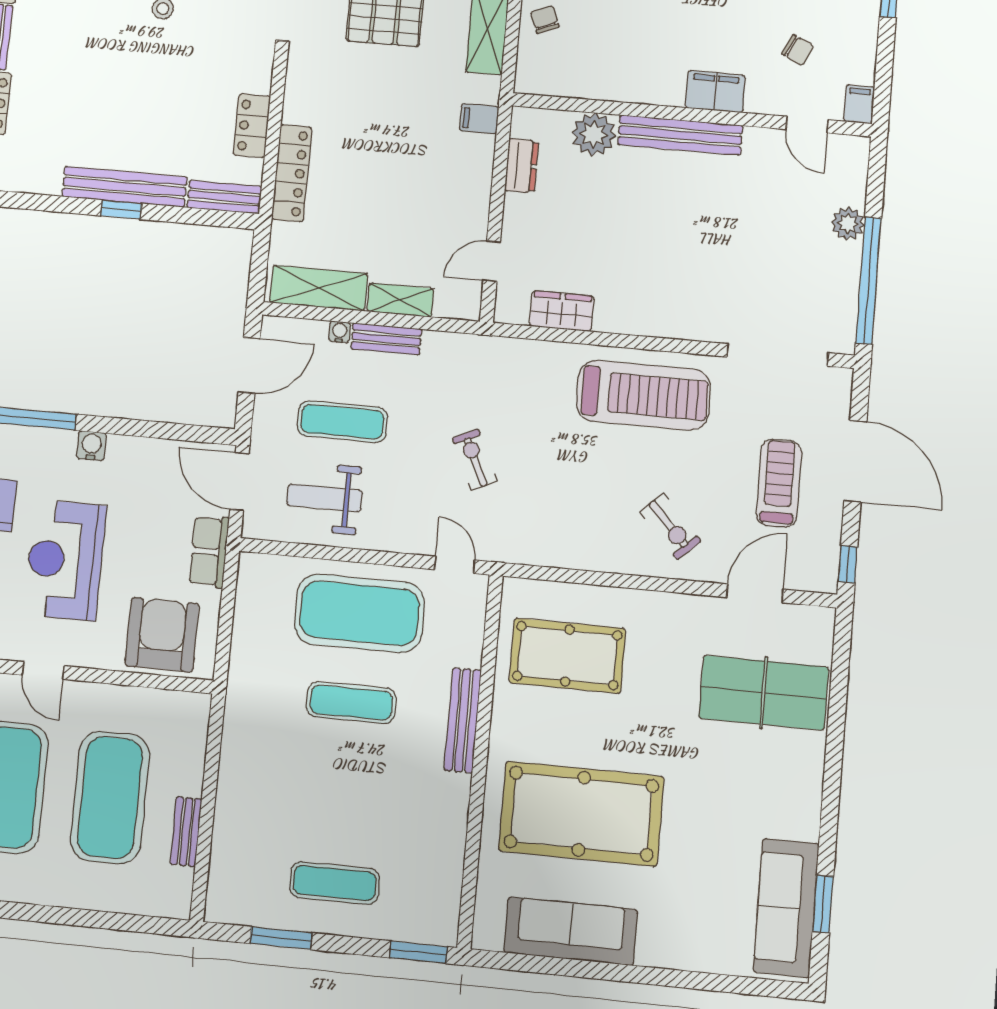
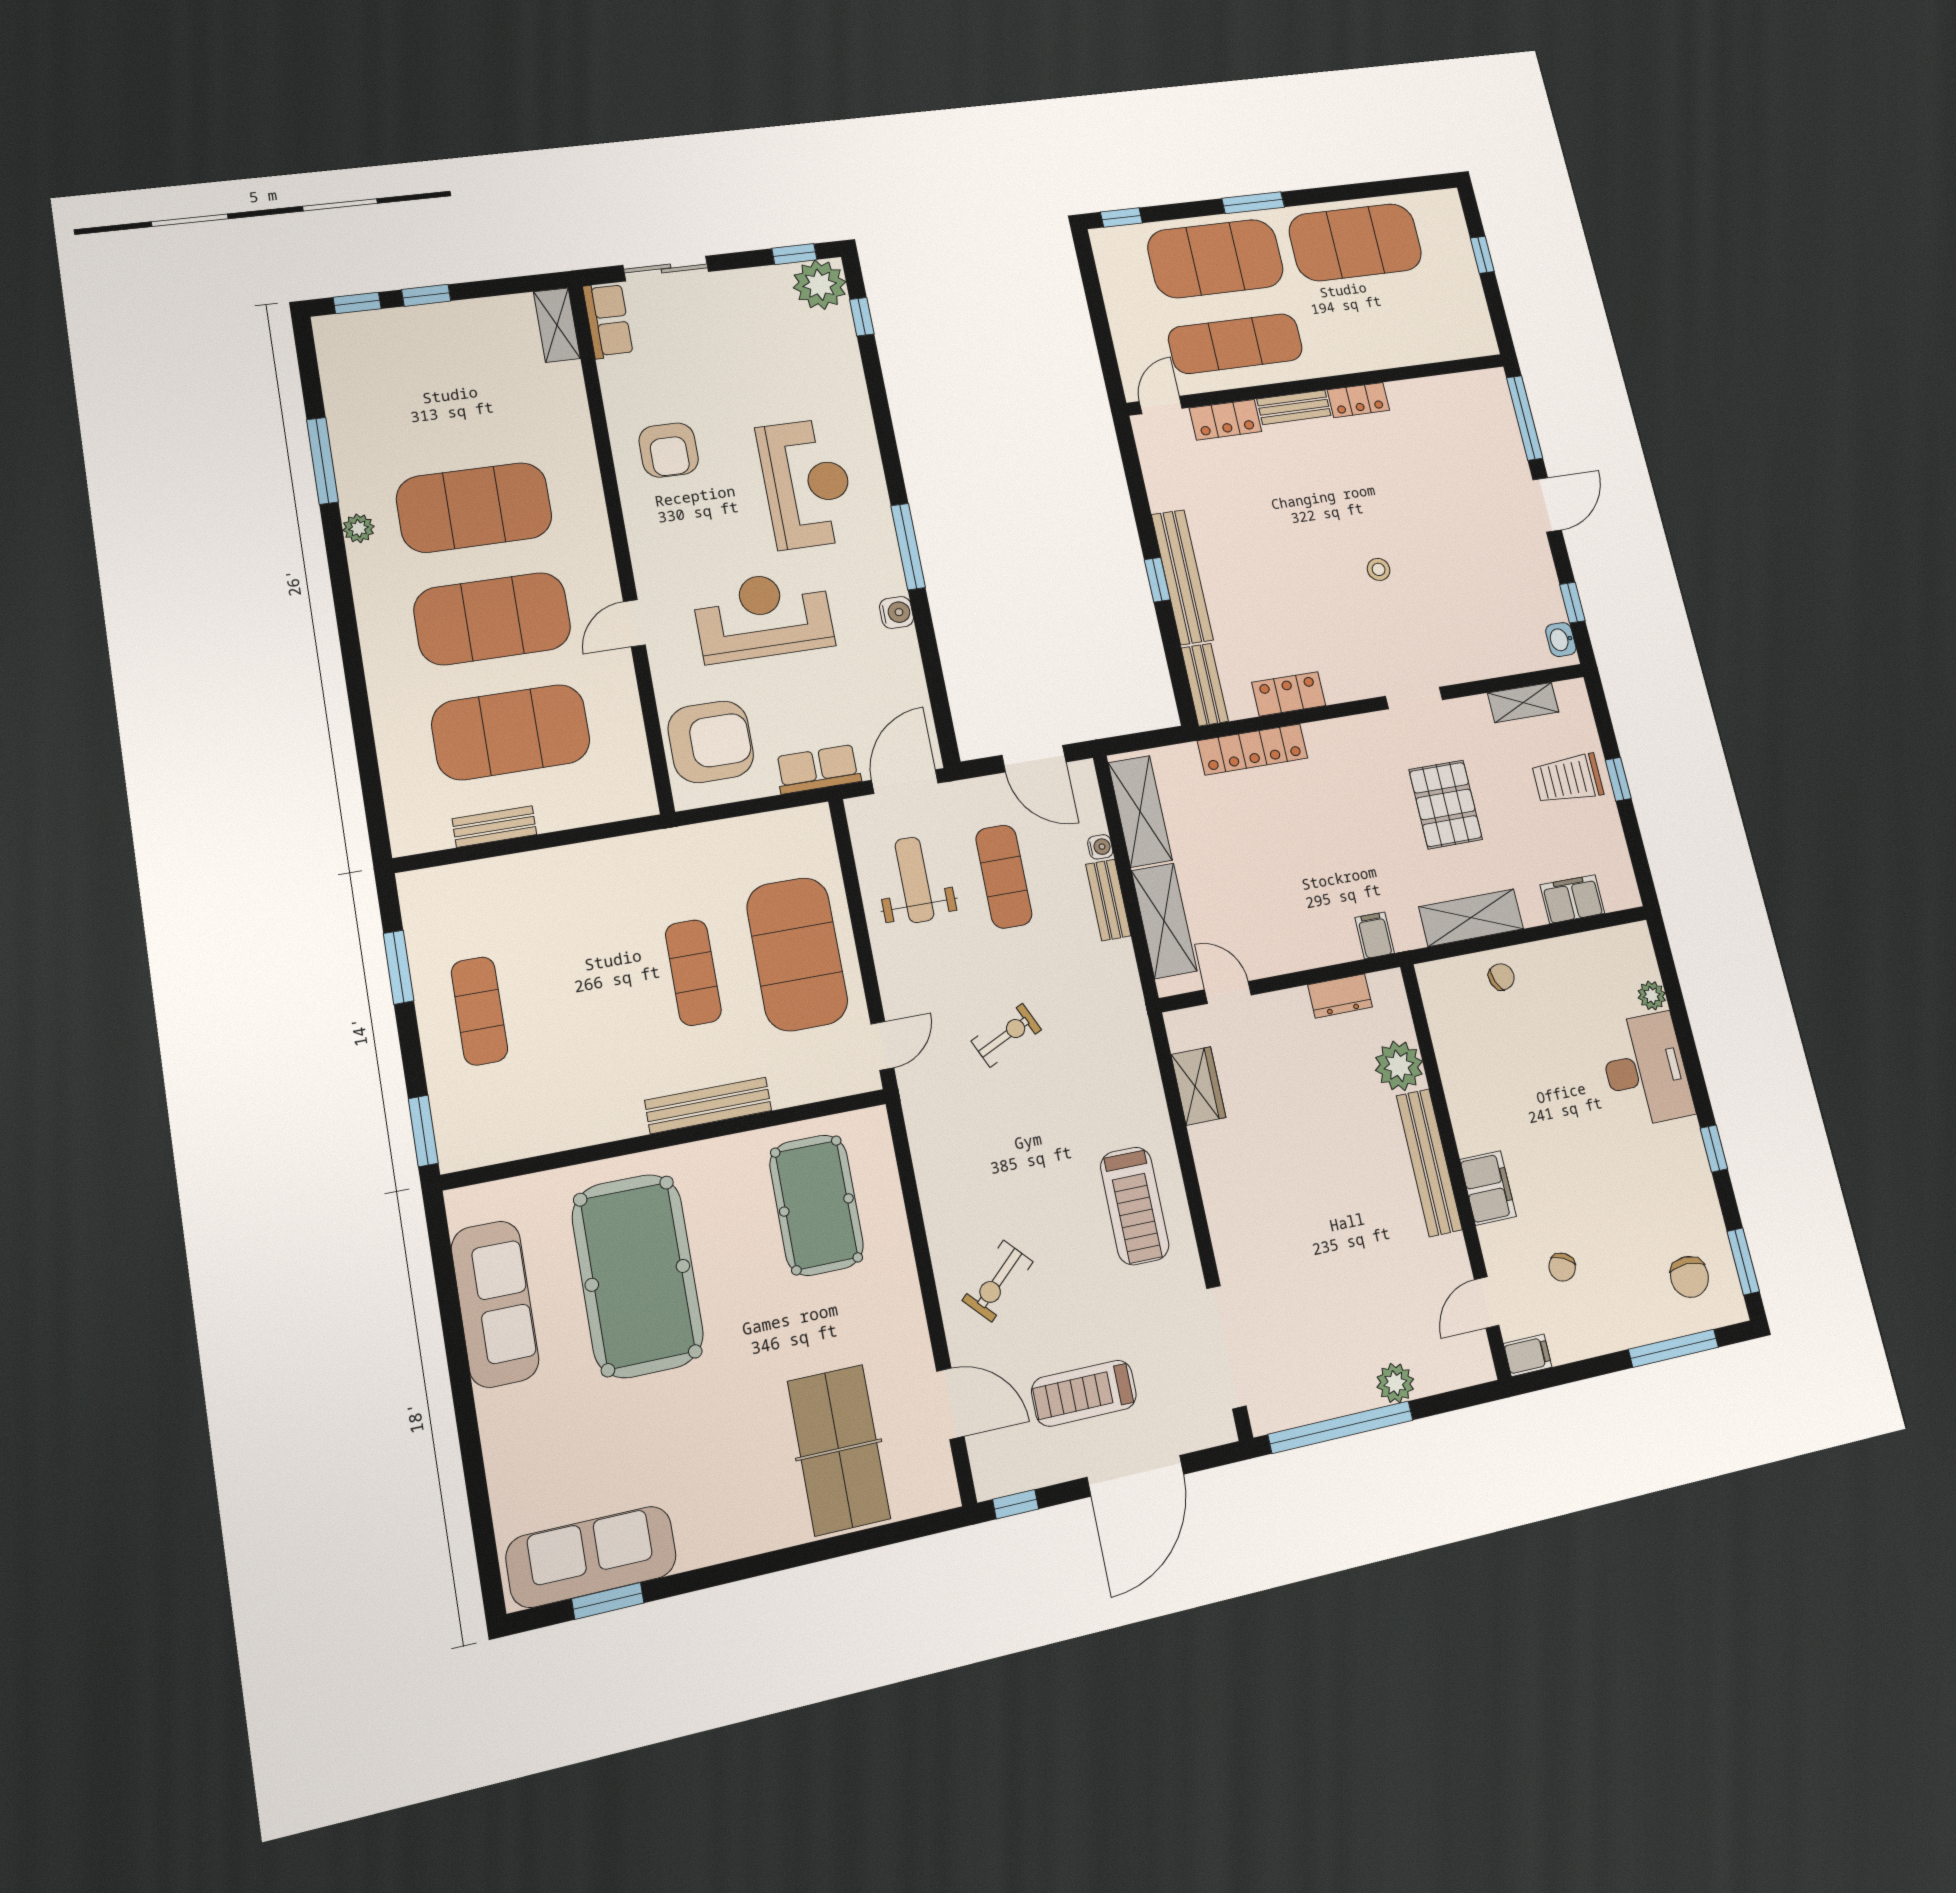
shelving: (400, 300) -> (1164, 921), width x1.50, depth x1.33
treadmill: (643, 395) -> (1135, 1206), width x0.73, depth x0.73
treadmill: (779, 483) -> (1084, 1393), turned 180

